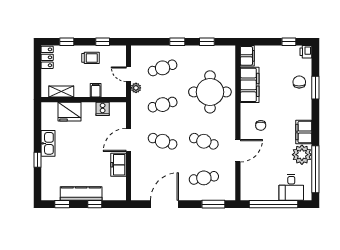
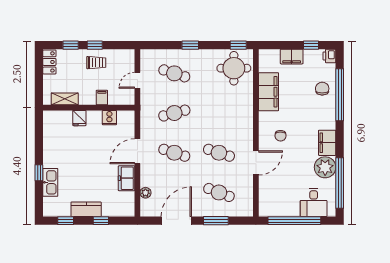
window: (103, 42) -> (95, 45), moved
window: (207, 42) -> (238, 45), moved
filing cabinet: (247, 56) -> (292, 57), moved, turned 90
cafe table: (163, 68) -> (174, 73), turned 36
door: (128, 74) -> (137, 80), hinge flipped
plant: (136, 88) -> (145, 193), moved
window: (315, 88) -> (340, 95), width x2.11
round table: (210, 92) -> (234, 68), moved, width x0.73, depth x0.73
fridge: (70, 112) -> (79, 118), width x0.53, depth x0.75
kitchen sink: (48, 143) -> (50, 182), moved
cafe table: (204, 178) -> (219, 192), turned 30
kitchen counter: (81, 193) -> (86, 209), width x0.67
window: (213, 204) -> (216, 221), moved

